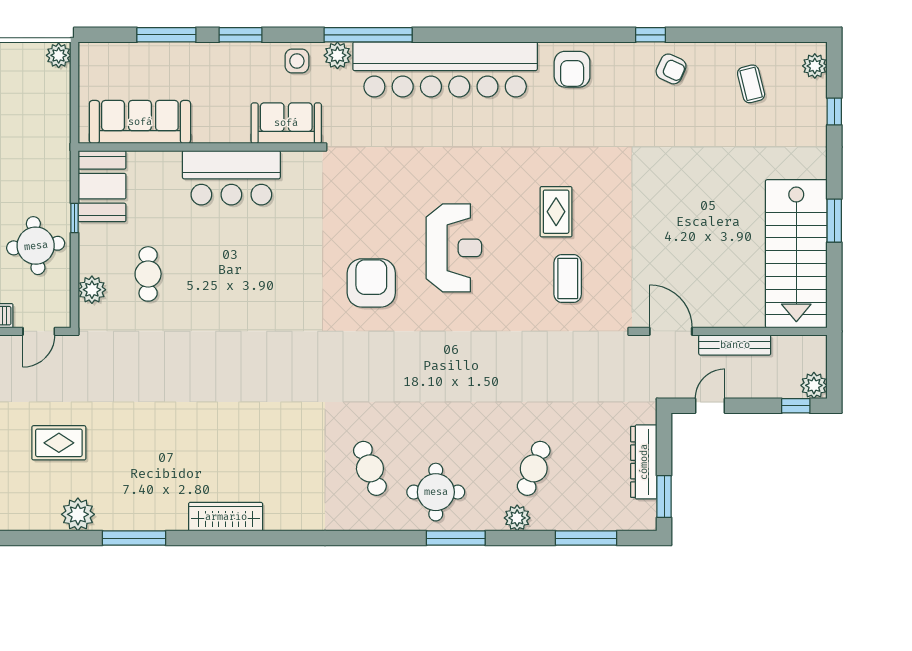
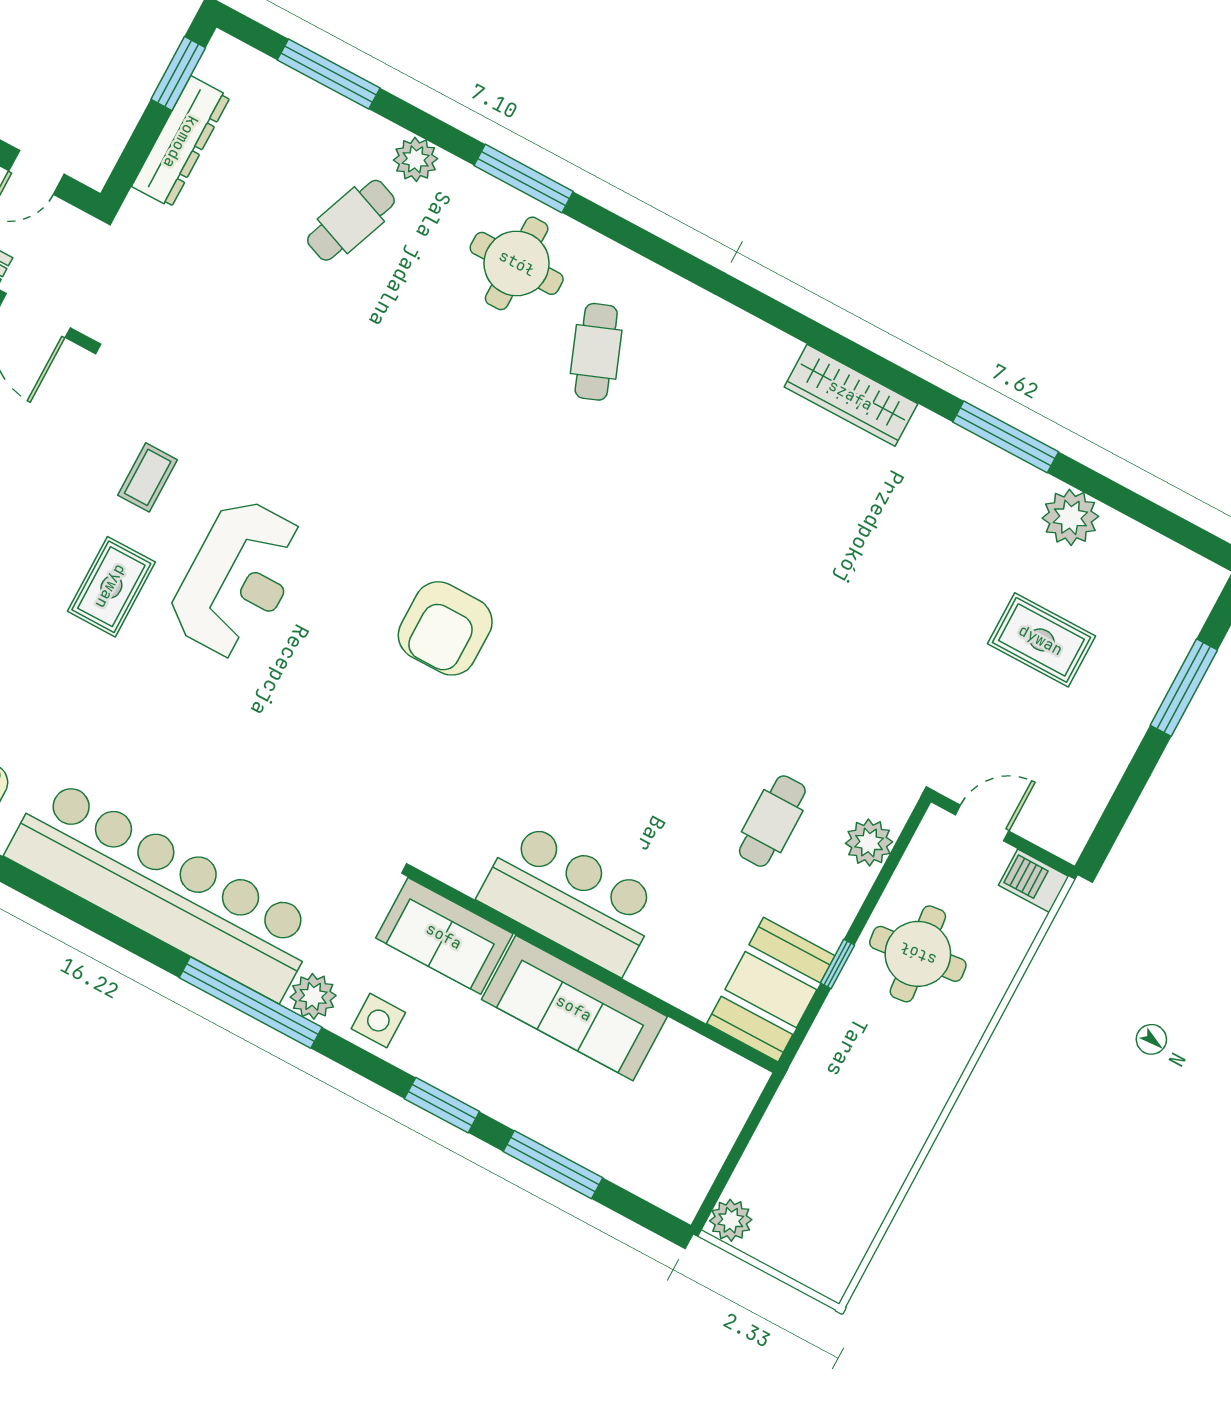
sofa: (140, 122) -> (574, 1008), moved
reception desk: (454, 248) -> (238, 579), moved, turned 180
coffee table: (568, 278) -> (148, 477), width x0.73, depth x0.77

